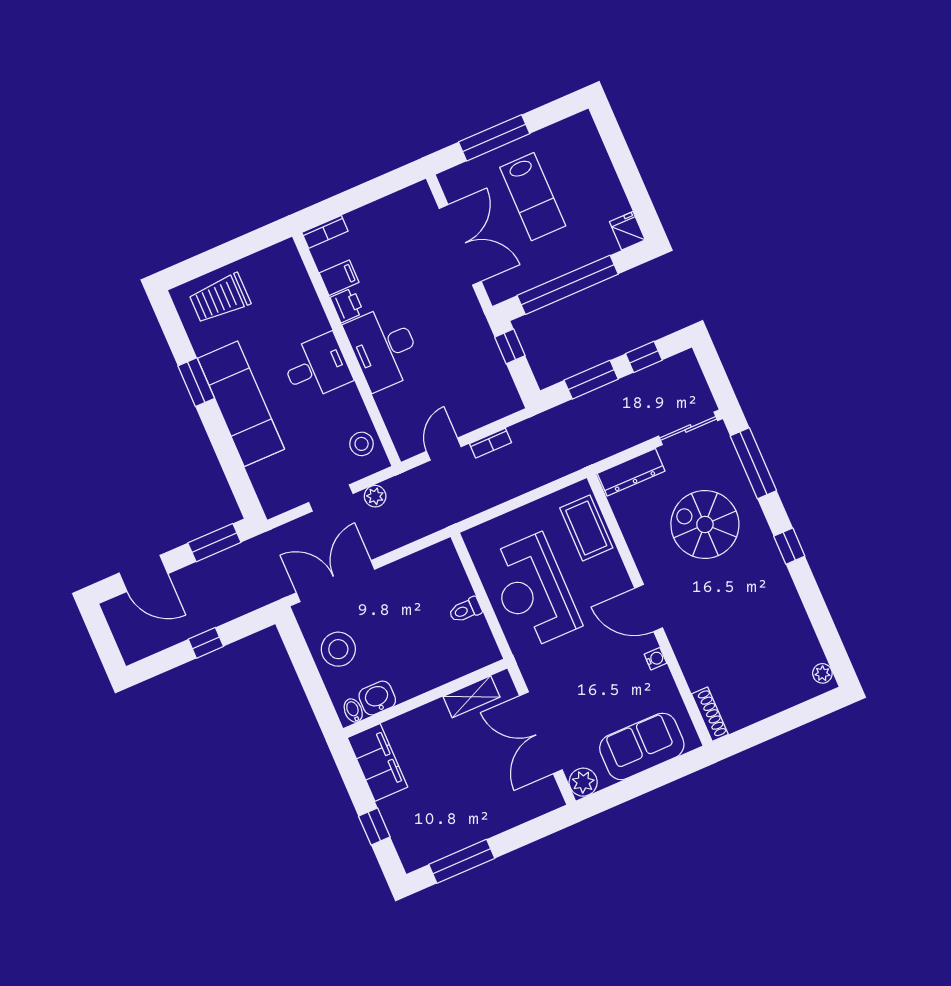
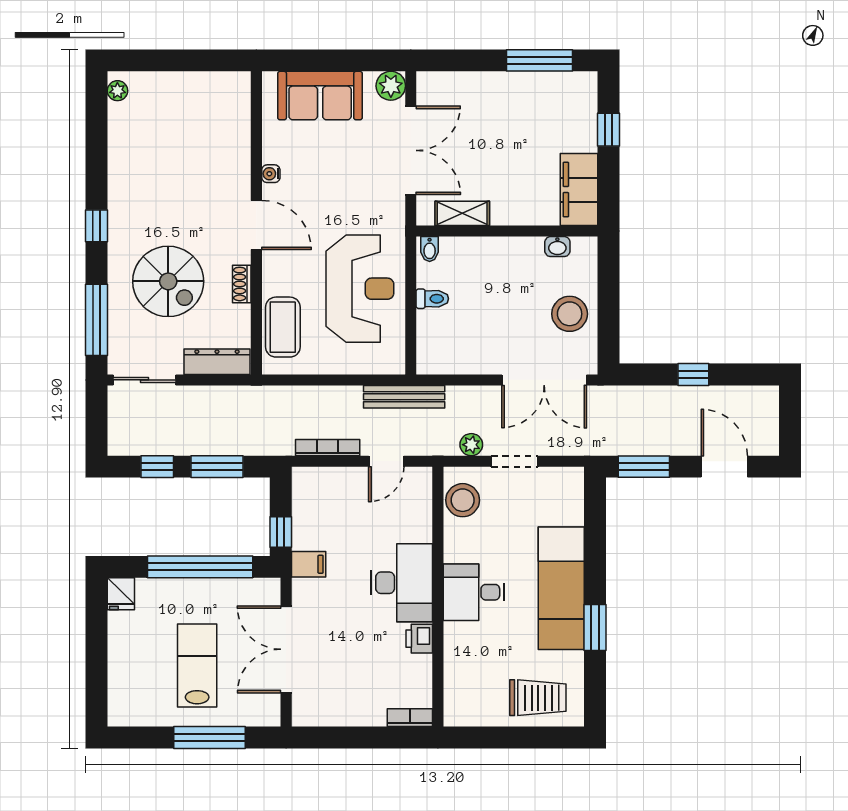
filing cabinet: (339, 278) -> (309, 564), moved, turned 180
bookcase: (491, 443) -> (328, 448), width x1.56
stool: (362, 444) -> (463, 500), width x1.38, depth x1.38
bench: (453, 513) -> (404, 397), added
washbasin: (377, 698) -> (557, 247), width x0.72, depth x0.69
bidet: (353, 711) -> (430, 249), moved
shoe rack: (710, 714) -> (242, 284), moved, width x0.70

